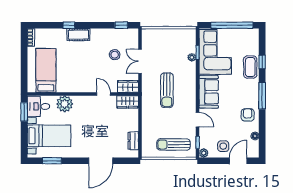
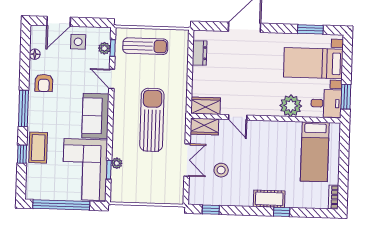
sun lounger: (167, 90) -> (152, 120), width x1.36, depth x1.34
plant: (204, 153) -> (104, 48), moved

